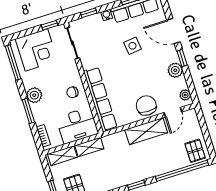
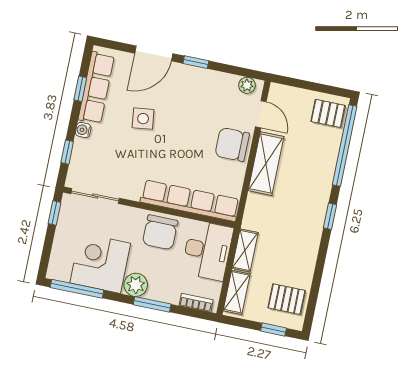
corner desk: (36, 50) -> (100, 263), moved, turned -90
plant: (175, 70) -> (207, 80), removed
chair: (72, 92) -> (160, 232), width x1.87, depth x1.87

